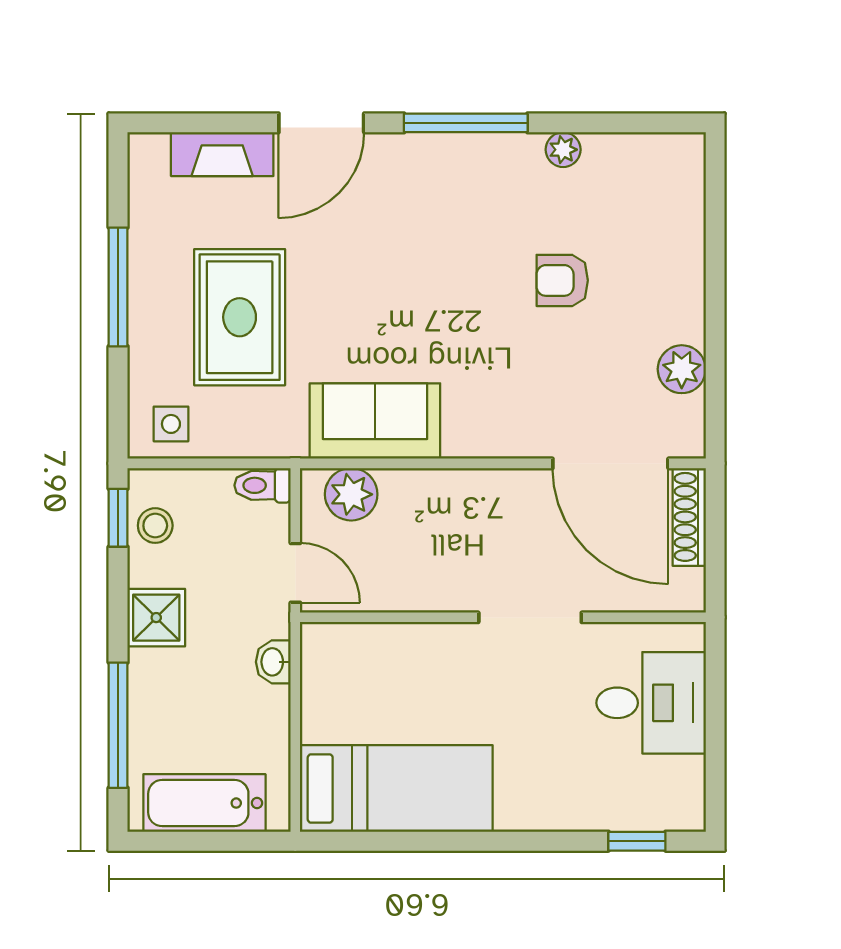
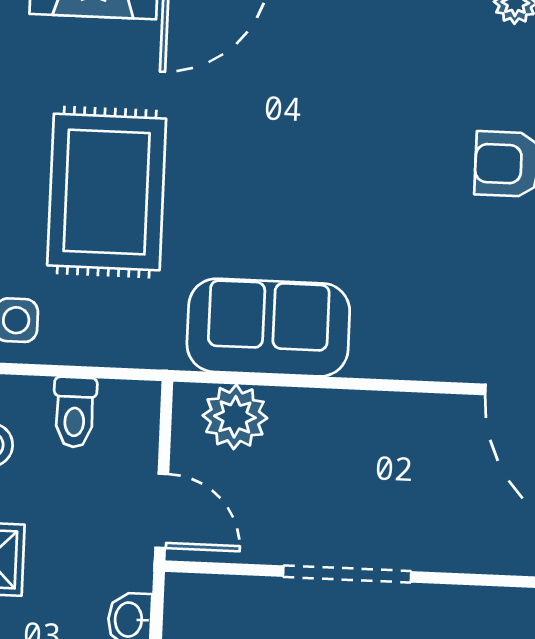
toilet: (263, 485) -> (75, 412), moved, turned -90
doorway: (530, 617) -> (347, 574), moved

